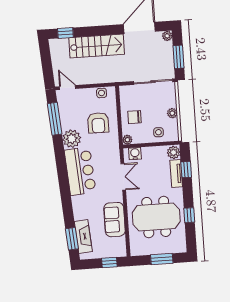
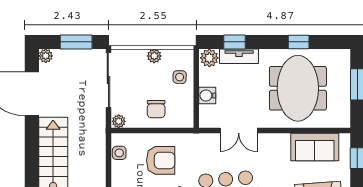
plant: (127, 140) -> (119, 121), moved
water cooler: (135, 154) -> (207, 95), moved
double door: (123, 177) -> (239, 131), swing flipped
sofa: (114, 220) -> (315, 147), moved

